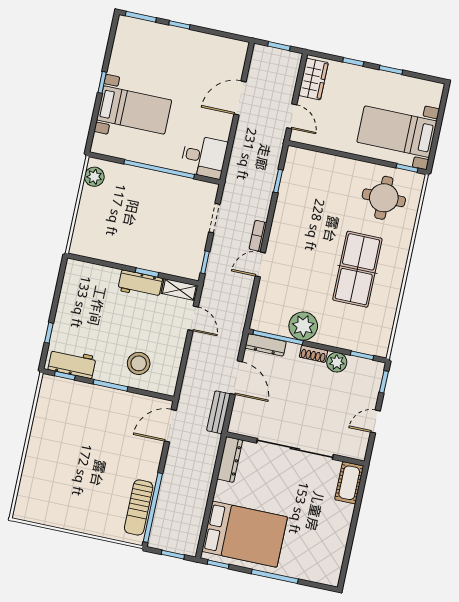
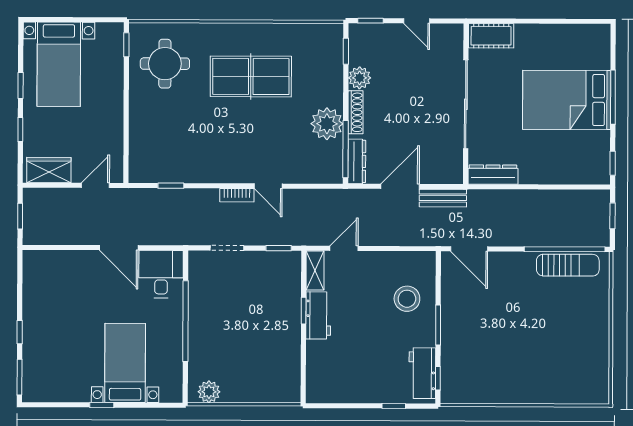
door: (240, 98) -> (119, 248), moved
bed with nightstands: (397, 132) -> (59, 64), moved
shoe rack: (313, 354) -> (355, 112), width x1.43
bed: (245, 534) -> (567, 100), moved, turned -90

